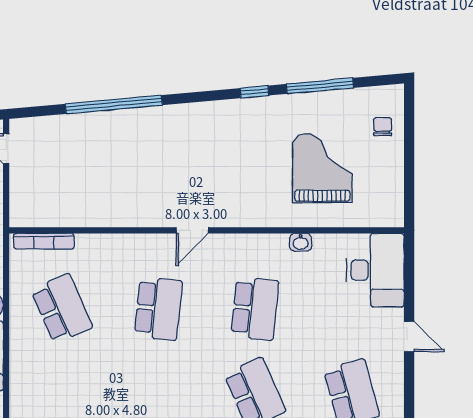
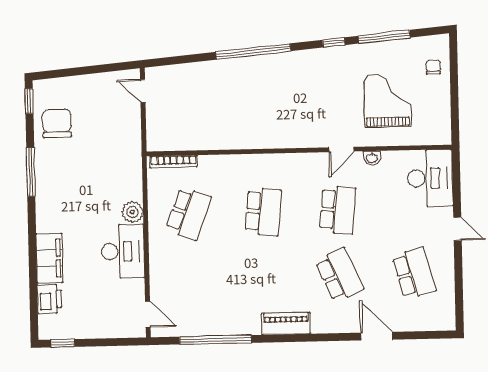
window: (114, 104) -> (253, 52), moved
door: (192, 230) -> (341, 149), moved
school desk: (62, 309) -> (188, 213), turned 45

